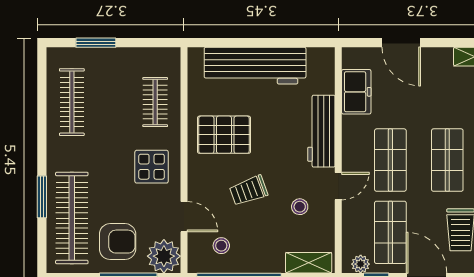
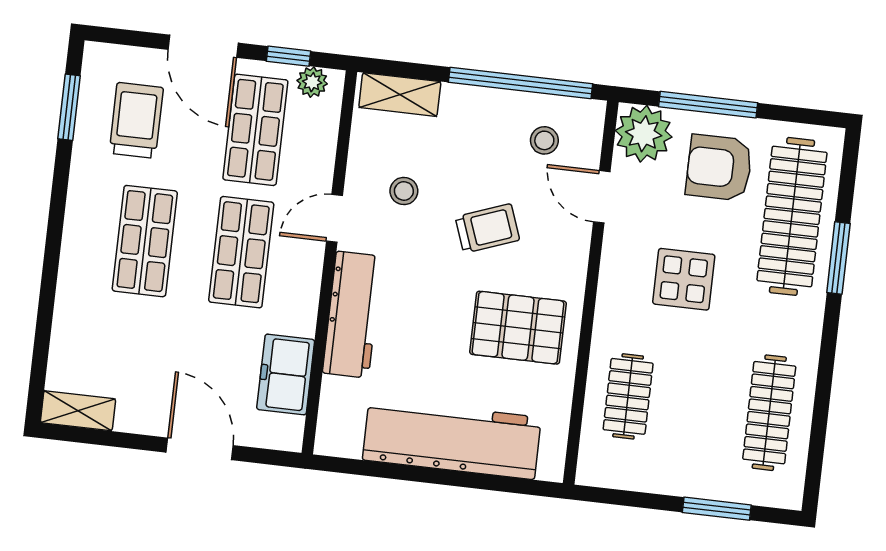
display table: (152, 167) -> (684, 279), moved

